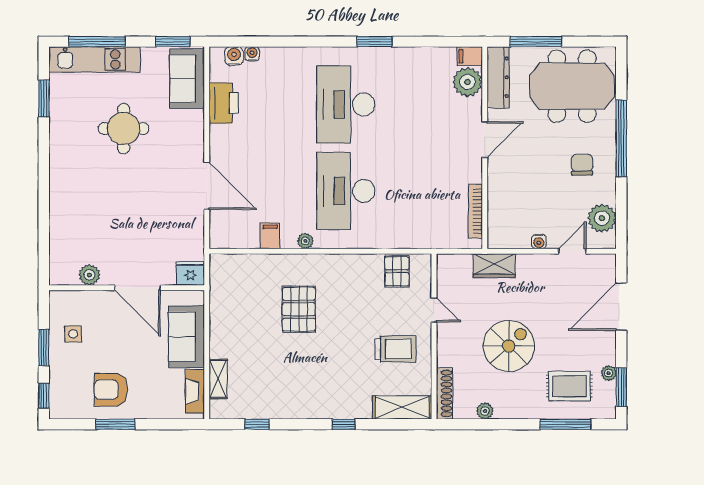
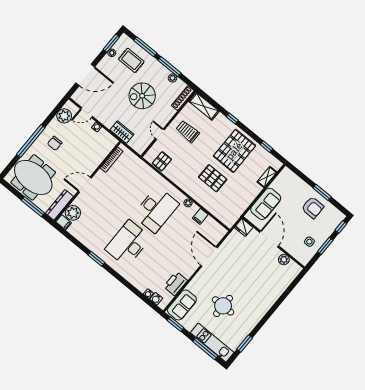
desk: (346, 105) -> (128, 243), turned 180
pallet: (299, 309) -> (213, 178), turned 90
pallet: (300, 378) -> (234, 151), added
fireplace: (195, 391) -> (280, 180), removed
window: (504, 424) -> (169, 67), added

